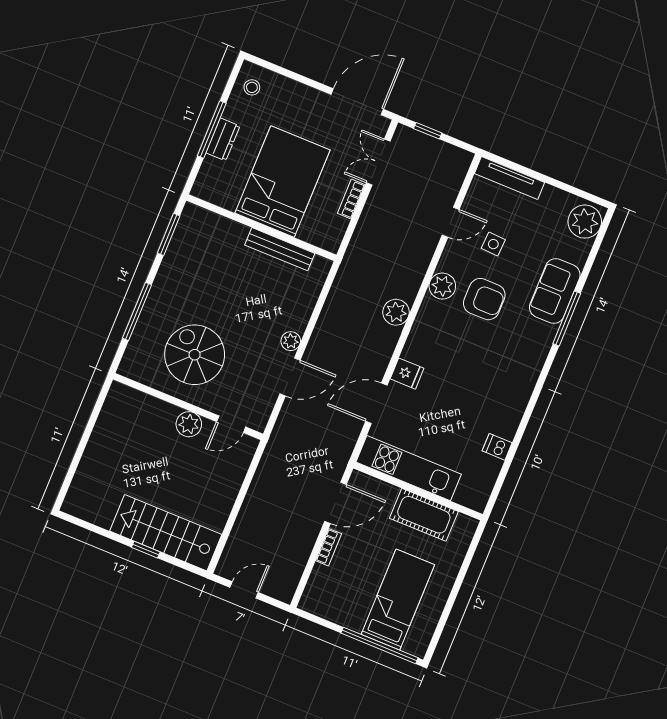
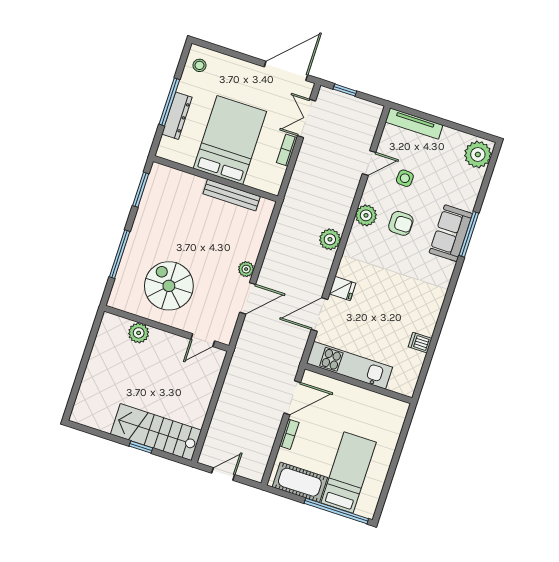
dresser: (223, 139) -> (177, 116), width x1.44
sofa: (555, 291) -> (451, 233), moved
armchair: (484, 299) -> (401, 223), width x0.72, depth x0.72
plant: (189, 424) -> (139, 333), moved
cot: (424, 515) -> (300, 482), moved

